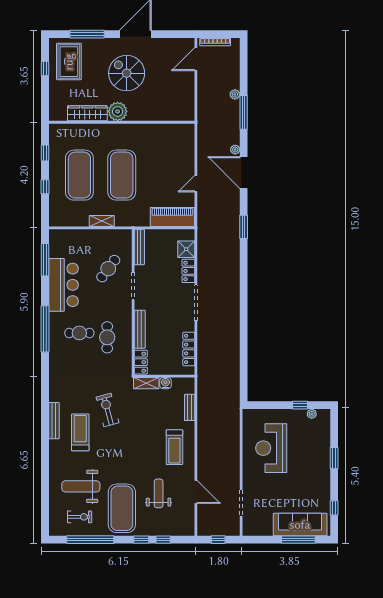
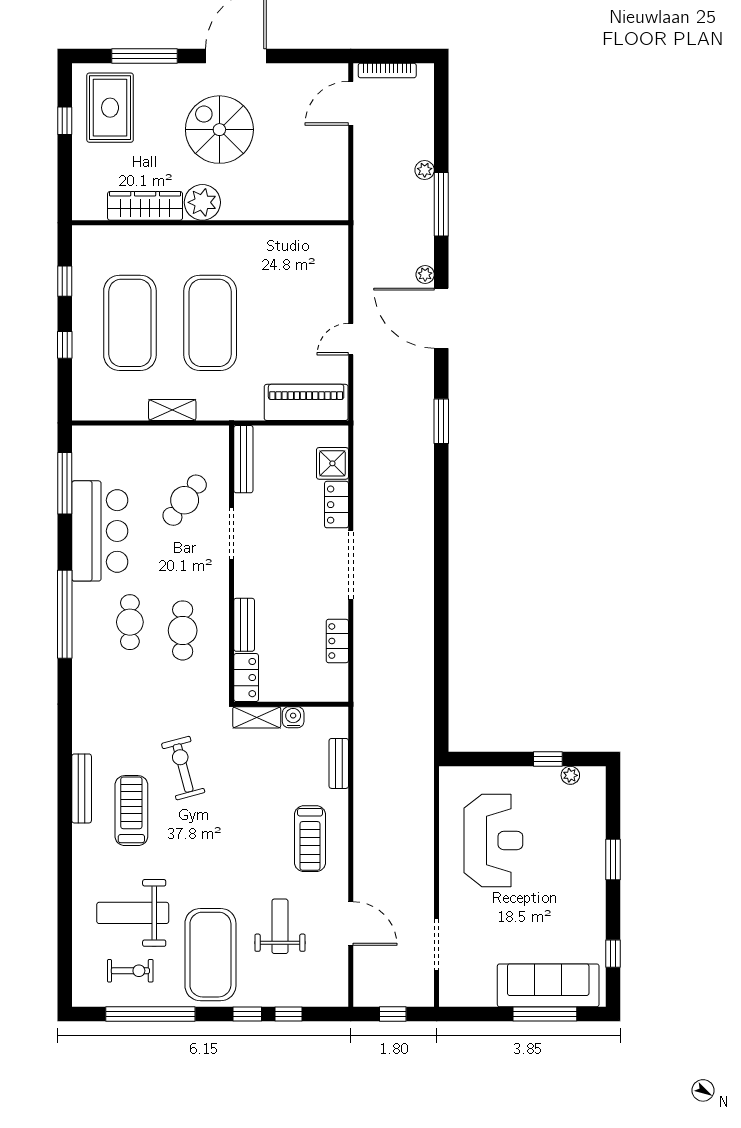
bench: (140, 329) -> (244, 625), width x0.73
cafe table: (79, 333) -> (130, 622), turned 90
locker: (189, 349) -> (337, 641), width x0.66
reception desk: (271, 448) -> (493, 840), turned 180

